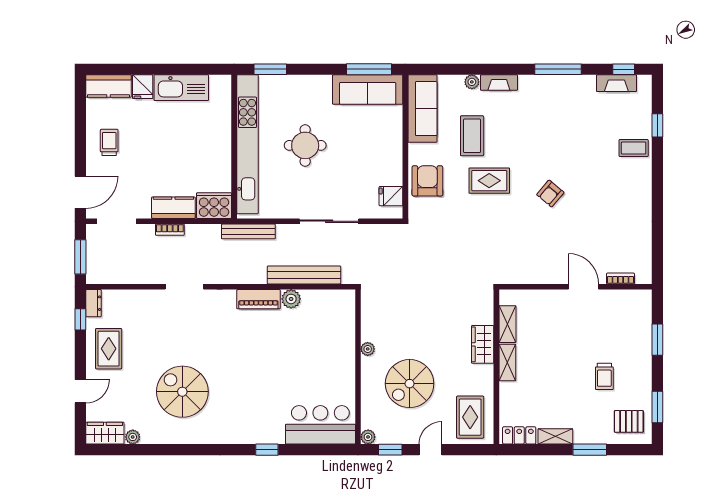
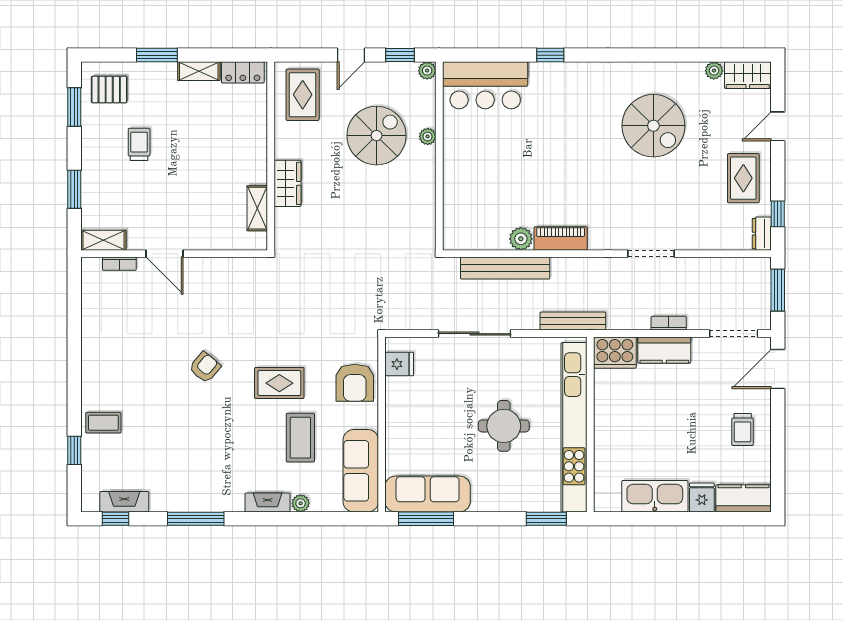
plant: (368, 349) -> (428, 136), moved
shelving: (507, 362) -> (103, 240), moved, turned 90

